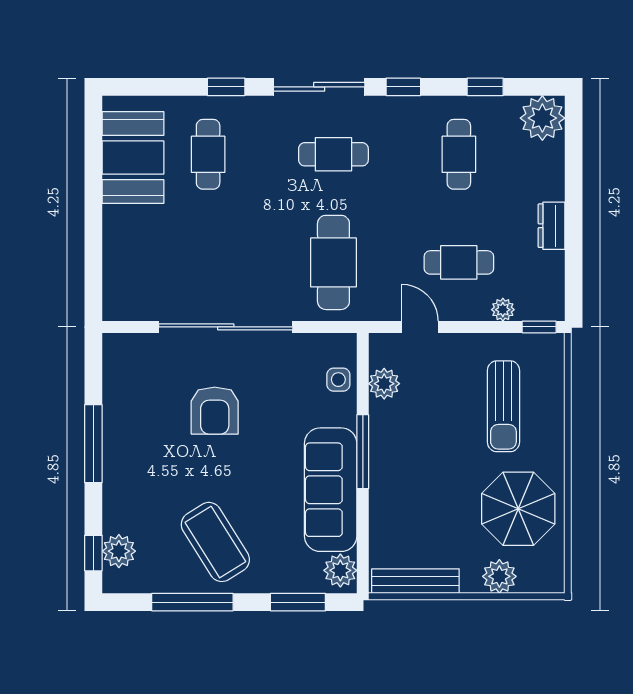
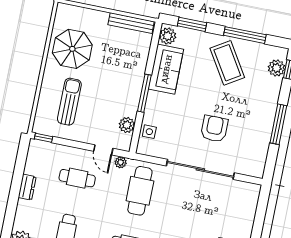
plant: (503, 310) -> (121, 162), moved
sofa: (331, 490) -> (166, 69), width x0.73
plant: (499, 576) -> (89, 17), removed

